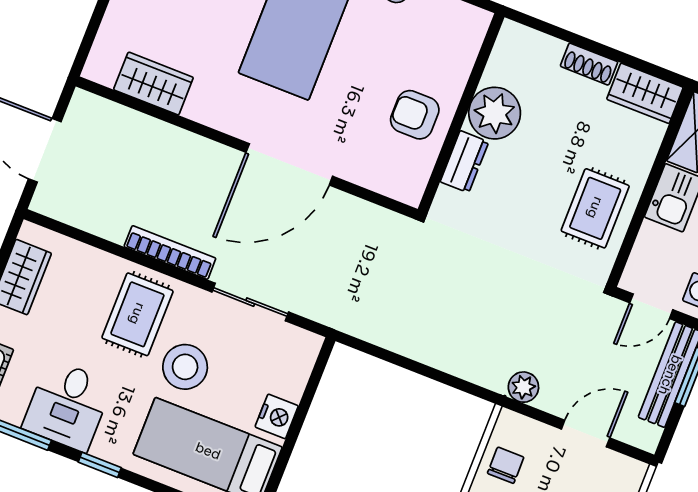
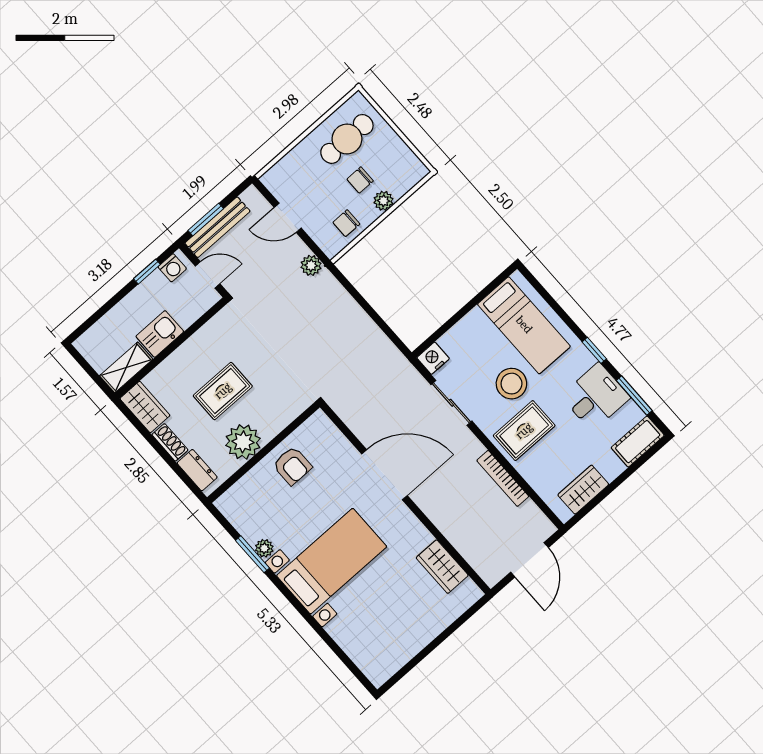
dresser: (464, 162) -> (197, 470), moved, turned 90
rug: (595, 208) -> (223, 391), moved
bookcase: (170, 252) -> (503, 478), moved
nightstand: (277, 416) -> (433, 358), moved

